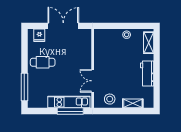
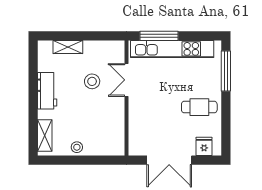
double door: (93, 81) -> (127, 80), swing flipped
stool: (110, 99) -> (92, 81), moved
kitchen unit: (69, 102) -> (172, 49), width x1.36

